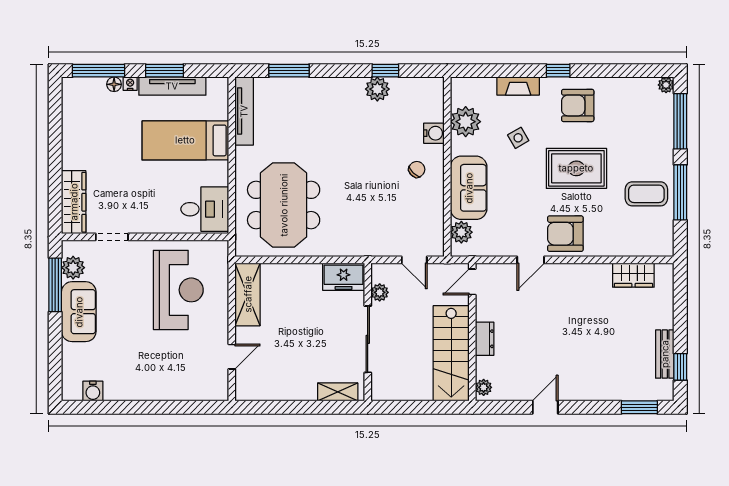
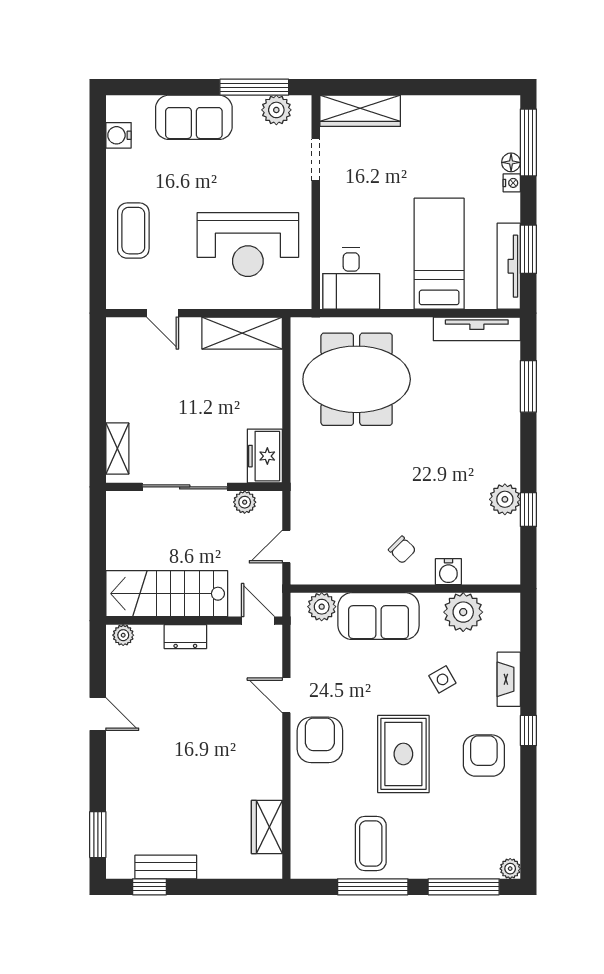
window: (165, 71) -> (528, 249), moved
tv unit: (172, 86) -> (509, 266), moved
sofa: (79, 312) -> (194, 117), moved
coffee table: (167, 379) -> (133, 231), added

